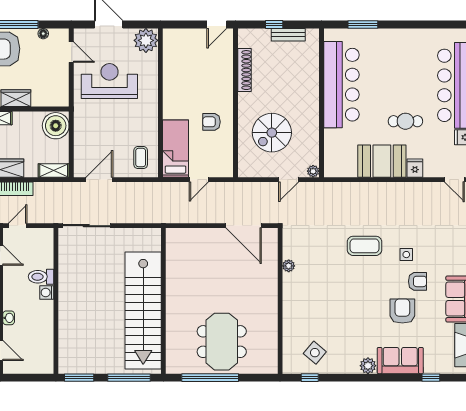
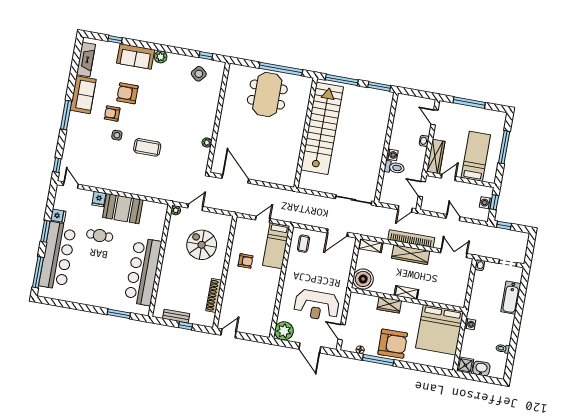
spiral stairs: (272, 133) -> (202, 245), turned -90
armchair: (402, 311) -> (127, 93), turned 90

